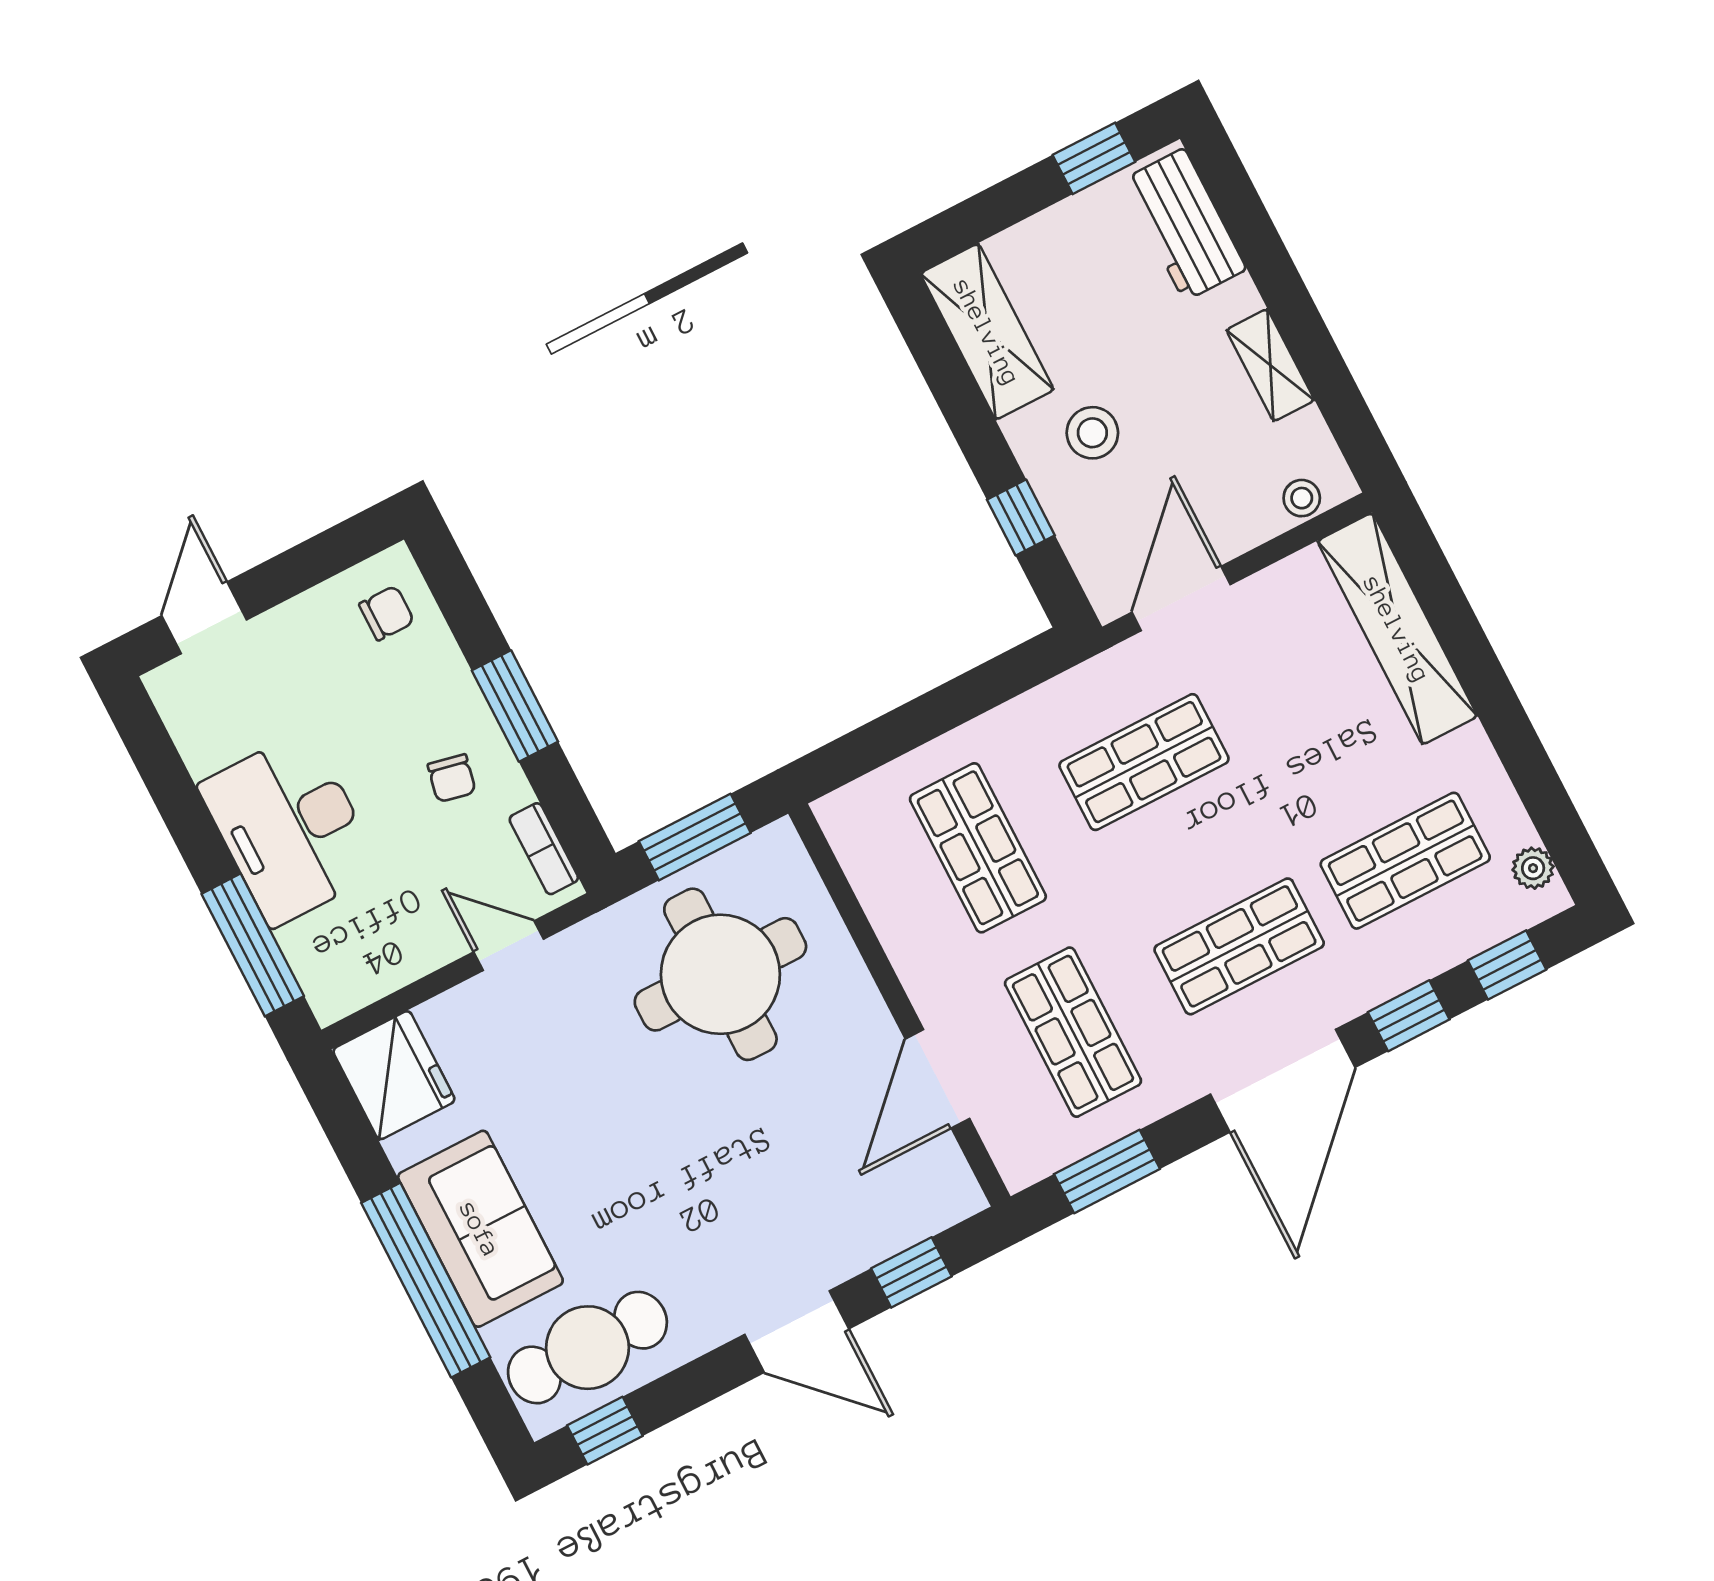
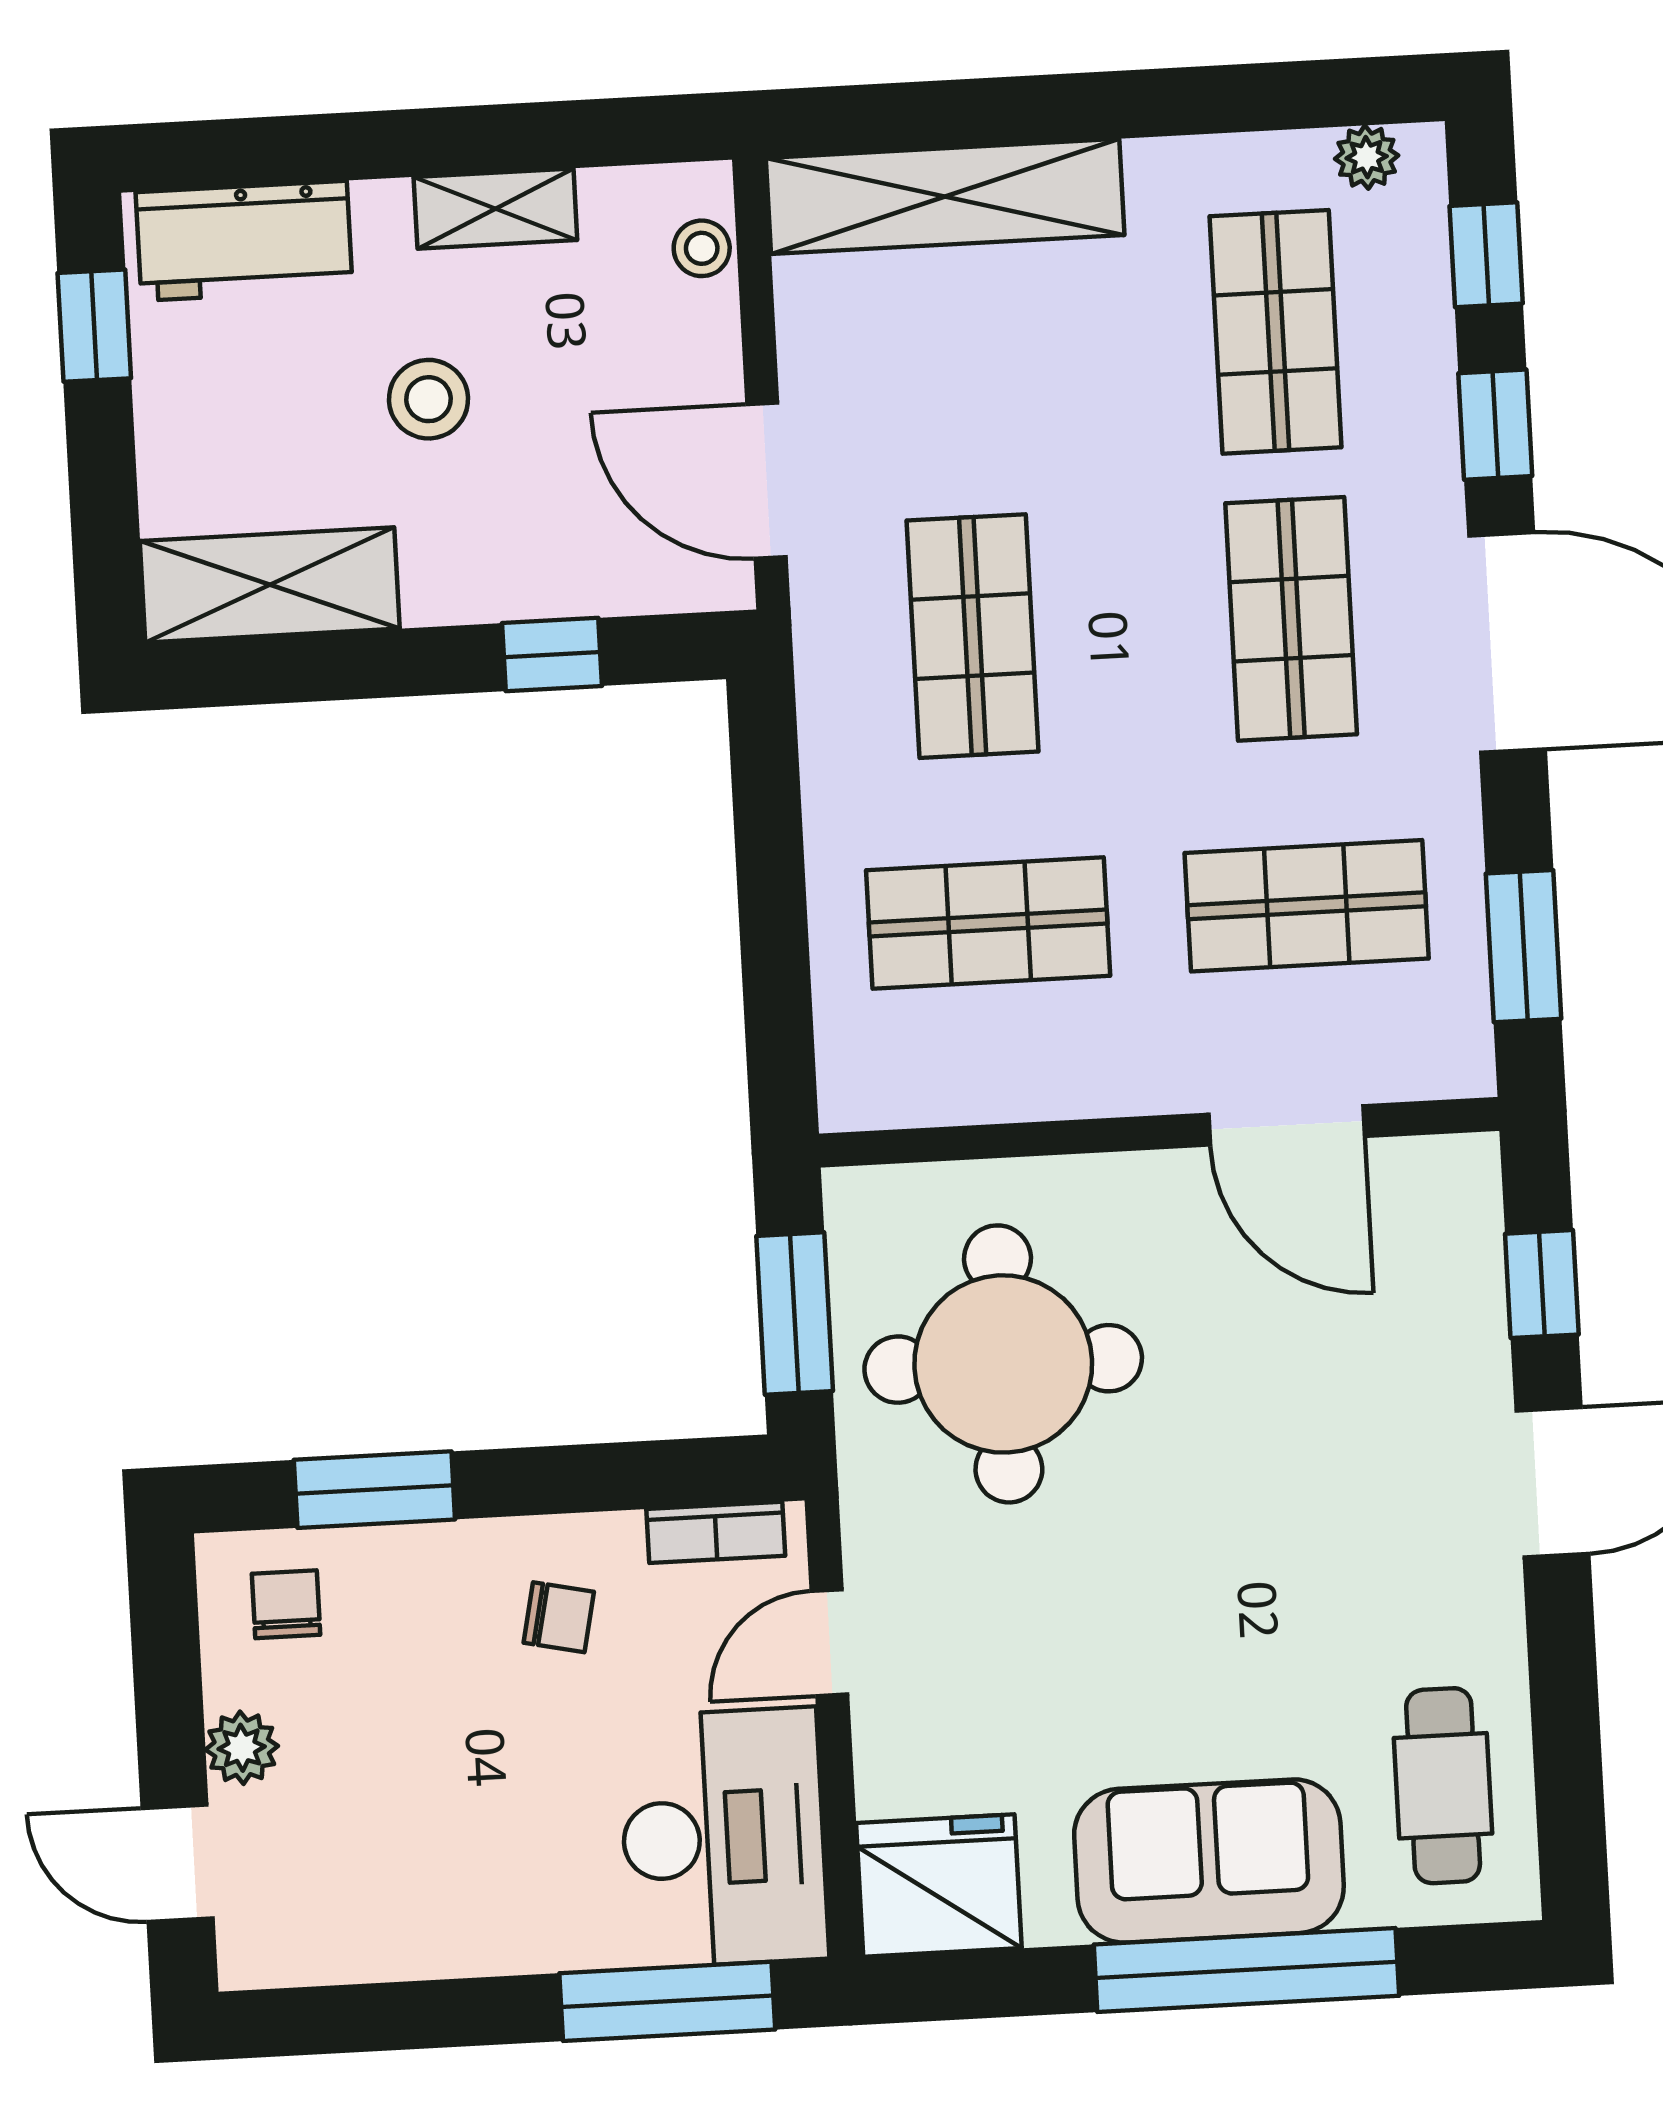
stool: (1092, 433) -> (429, 399), moved
plant: (290, 625) -> (242, 1748), added
window: (515, 706) -> (374, 1490), moved
desk: (290, 828) -> (723, 1838), moved, turned -90
cafe table: (587, 1348) -> (1443, 1786), width x0.73, depth x0.74
window: (605, 1431) -> (1571, 1814), removed

